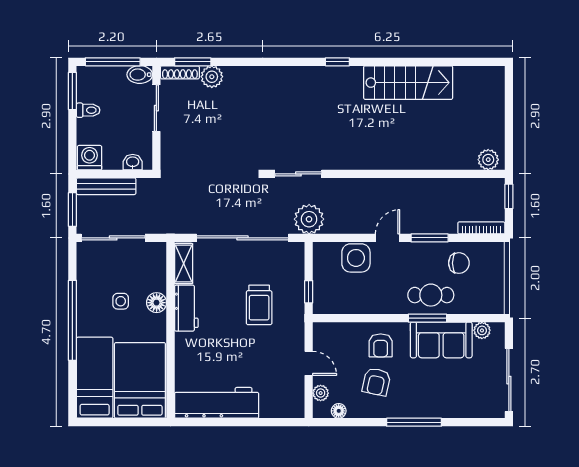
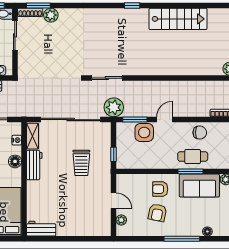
window: (430, 238) -> (135, 120), moved
chair: (459, 263) -> (200, 133), moved
nightstand: (159, 270) -> (17, 140), added
armchair: (381, 345) -> (160, 189), turned 90
workbench: (217, 403) -> (41, 229), width x0.53, depth x0.76
floor lamp: (339, 411) -> (207, 232), moved

